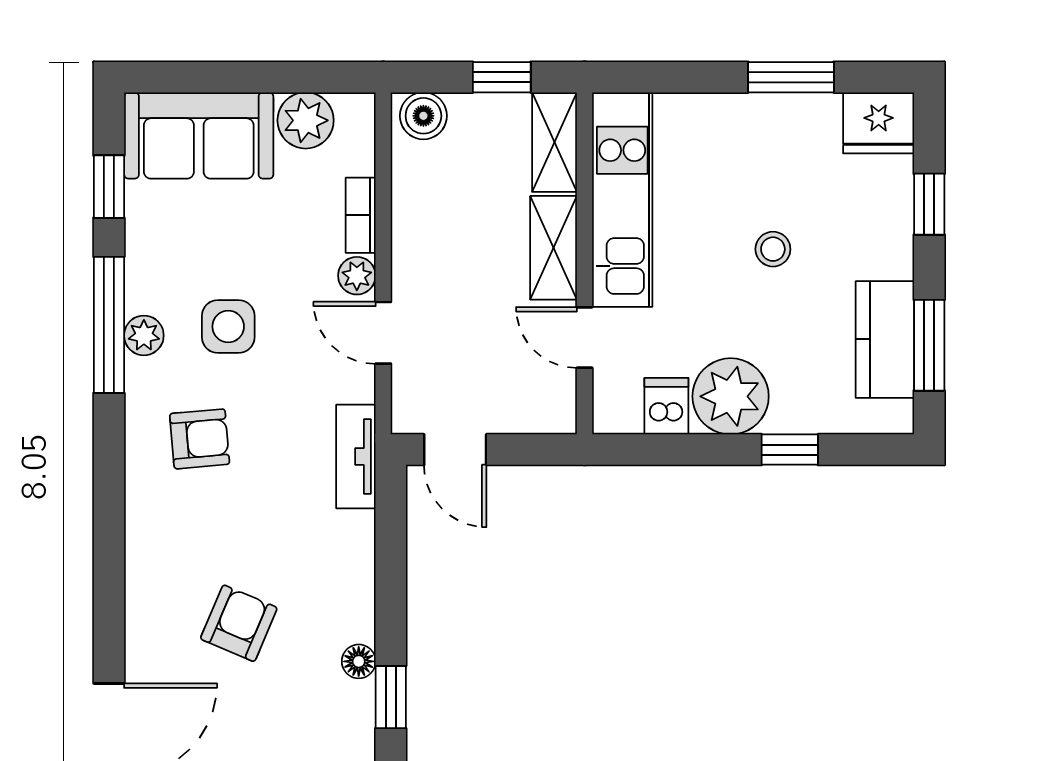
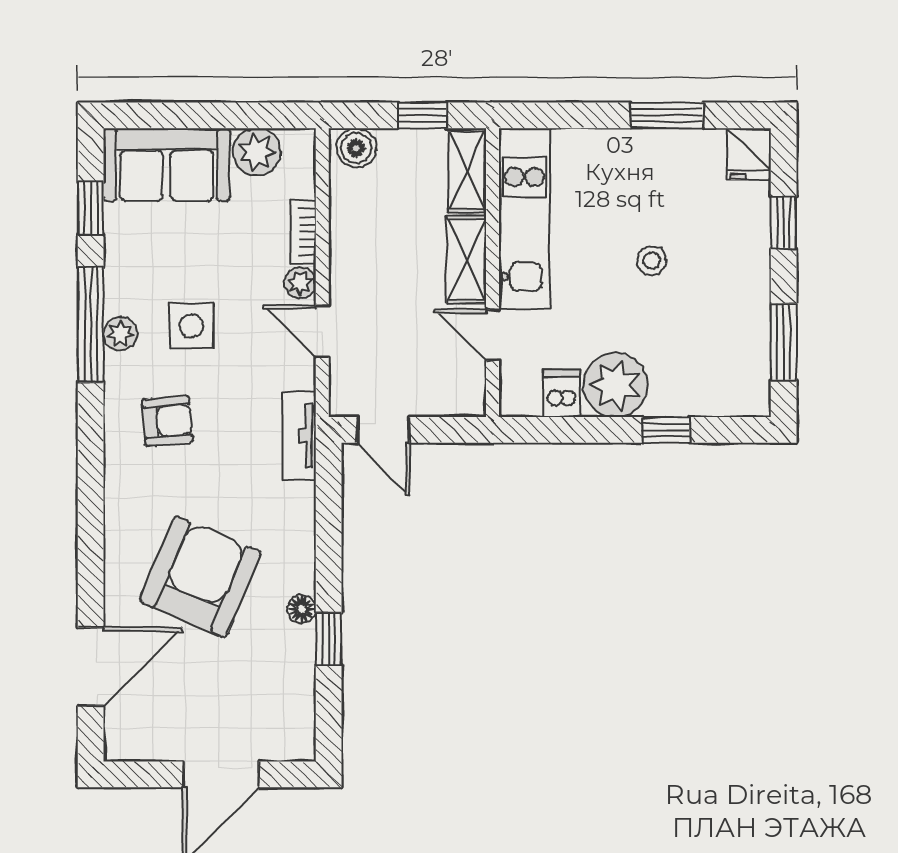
fridge: (879, 123) -> (749, 154), width x0.72
kitchen counter: (885, 339) -> (746, 337), removed
armchair: (239, 623) -> (200, 577), width x1.88, depth x1.88

